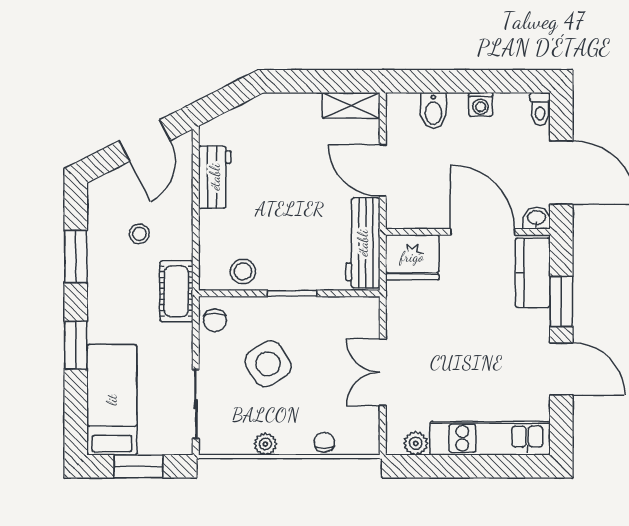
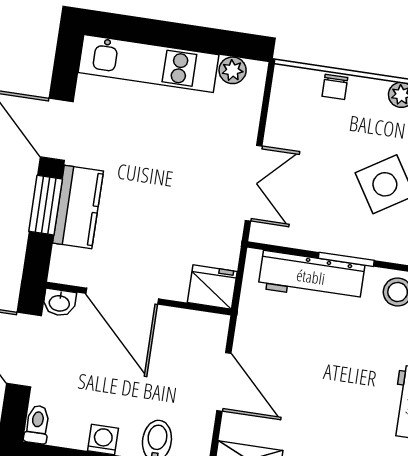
workbench: (363, 243) -> (311, 277), moved, turned 90
fridge: (412, 257) -> (212, 287), width x0.73, depth x0.75
kitchen counter: (533, 273) -> (78, 207), moved
double door: (383, 372) -> (254, 183), moved

